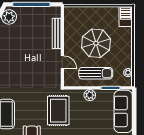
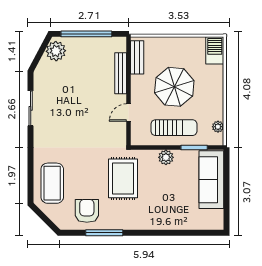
bench: (69, 22) -> (137, 57), added
door: (62, 62) -> (129, 113), swing flipped

